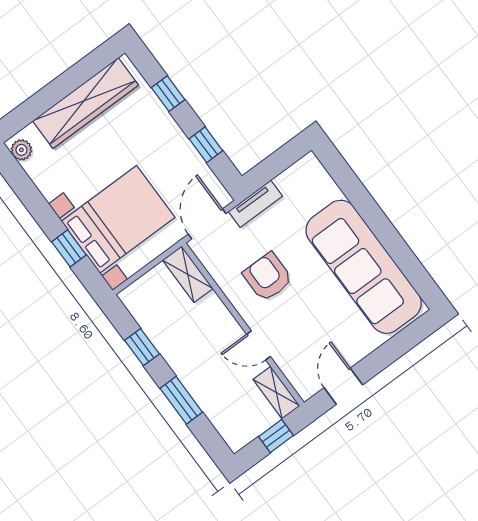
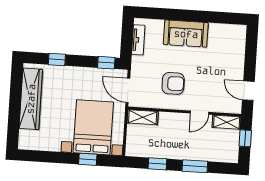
window: (206, 145) -> (106, 63), moved
plant: (21, 150) -> (28, 144), removed
tv unit: (255, 204) -> (138, 40), moved
sofa: (364, 267) -> (186, 34), width x0.54, depth x0.79
armchair: (268, 277) -> (173, 83), turned 180

